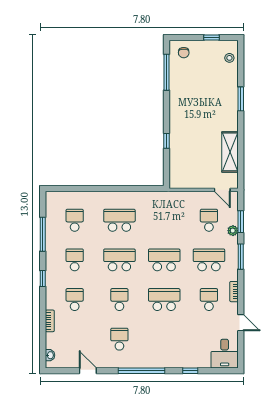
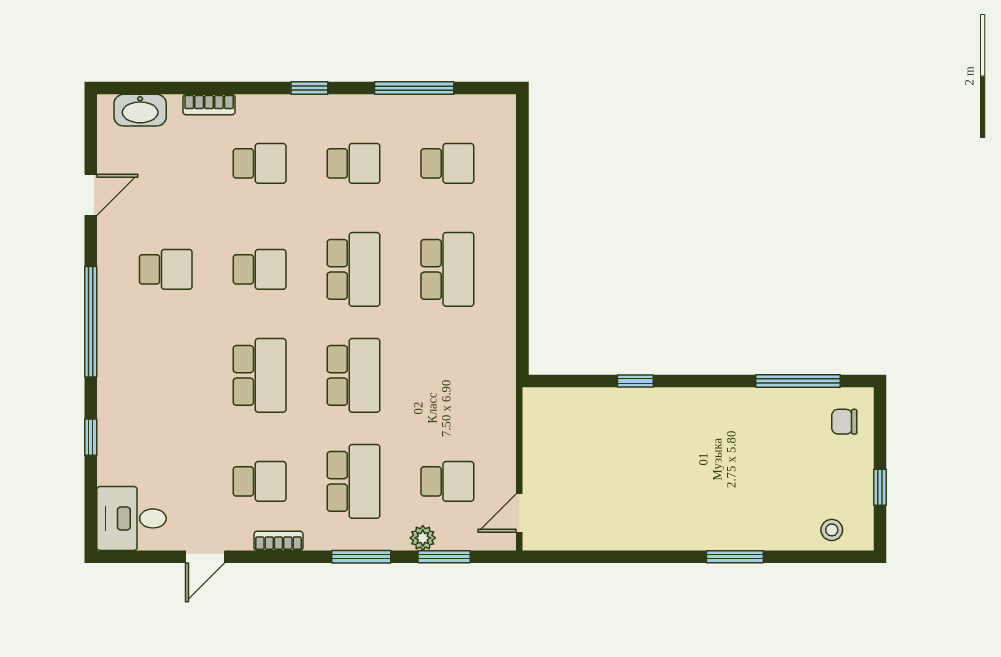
shelving: (230, 152) -> (609, 531), removed
washbasin: (50, 355) -> (140, 110), width x1.91, depth x1.45

